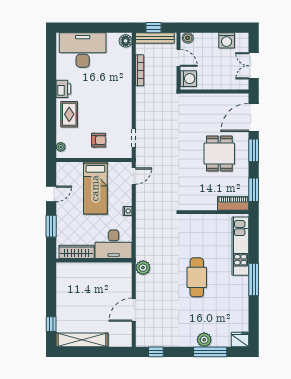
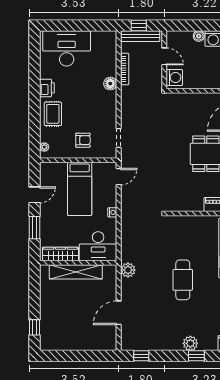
boiler: (188, 38) -> (199, 36), moved
floor lamp: (126, 41) -> (110, 84), moved
shelving: (82, 340) -> (76, 272), moved
window: (210, 352) -> (196, 356), width x0.46

